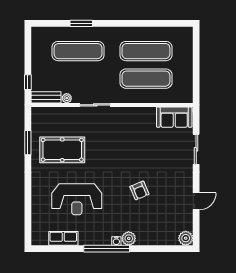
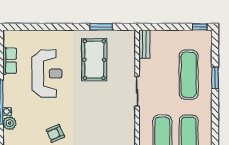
window: (28, 82) -> (200, 27), moved
plant: (67, 98) -> (144, 64), removed
reception desk: (77, 199) -> (47, 74), turned 180

